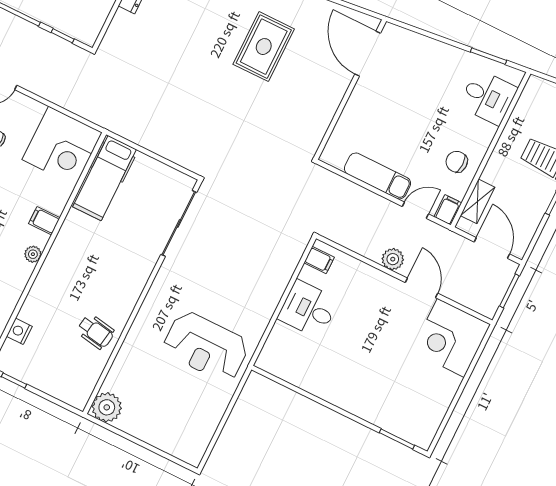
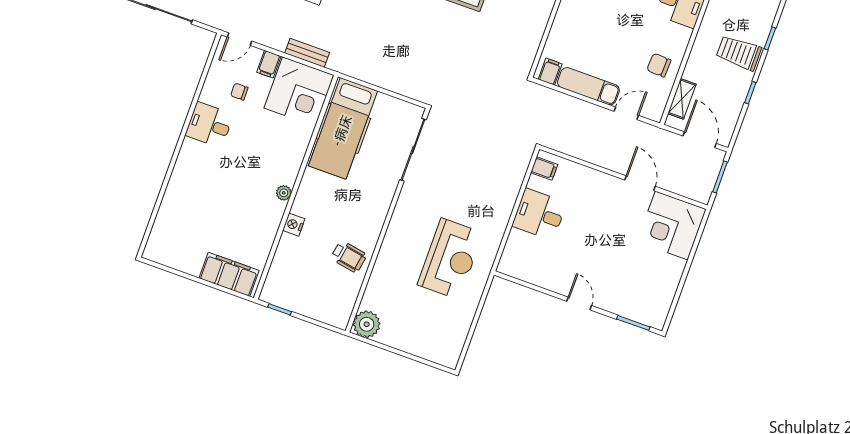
bench: (76, 105) -> (307, 53), added
hospital bed: (105, 178) -> (343, 128), width x1.37, depth x1.29
filing cabinet: (448, 210) -> (550, 72), moved
filing cabinet: (44, 221) -> (269, 64), moved, turned -90
plant: (393, 259) -> (611, 160), removed
nightstand: (19, 331) -> (294, 225), moved
reception desk: (206, 347) -> (450, 259), turned -90
door: (340, 411) -> (579, 303), added

